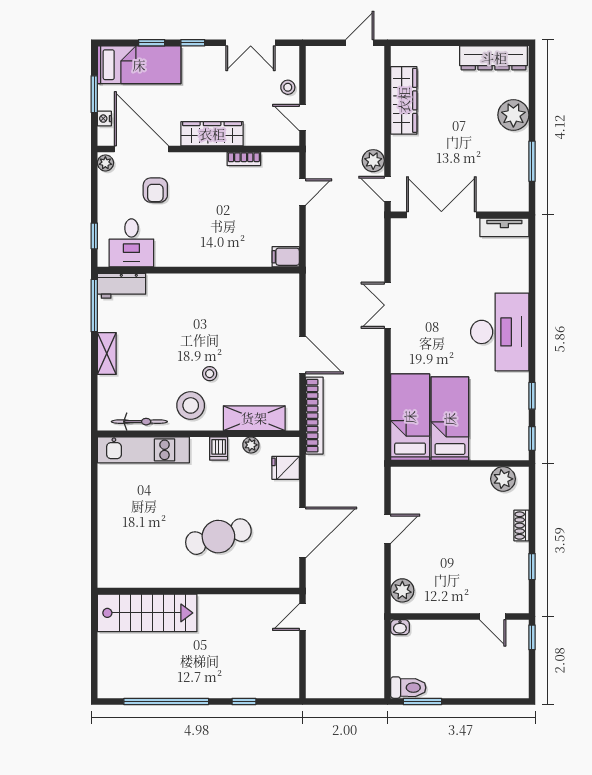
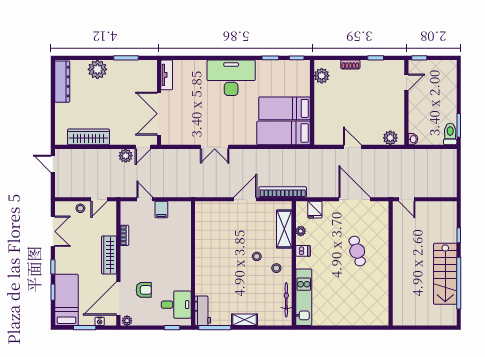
filing cabinet: (286, 257) -> (161, 210), moved
stool: (191, 405) -> (276, 268), width x0.53, depth x0.53
cafe table: (218, 537) -> (357, 251), width x0.73, depth x0.74
stairs: (147, 613) -> (445, 274), moved, turned 180

